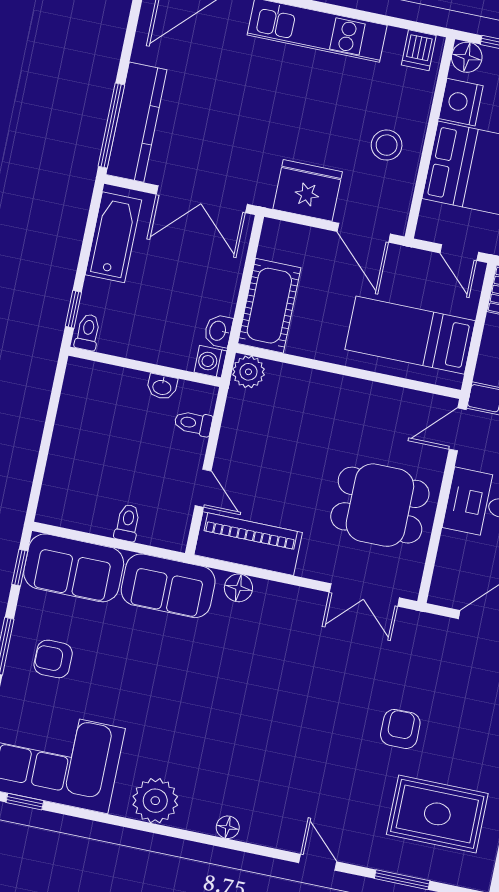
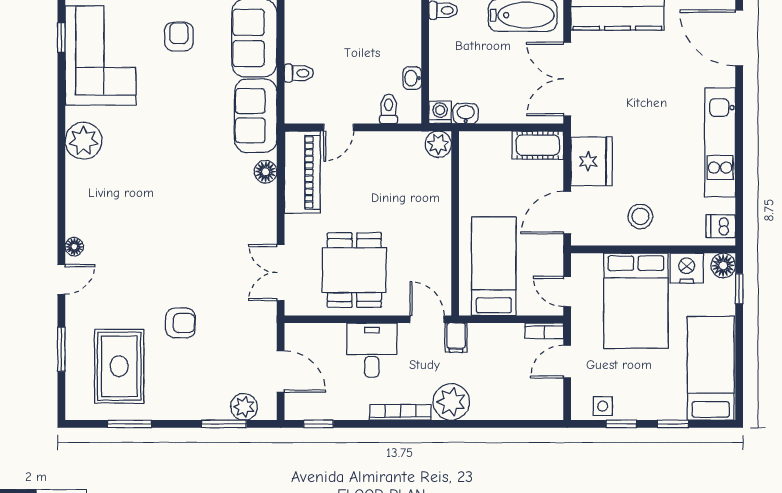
door: (459, 253) -> (567, 292), hinge flipped
cot: (269, 306) -> (538, 145), moved, width x0.73, depth x0.75
floor lamp: (228, 827) -> (74, 247), moved

